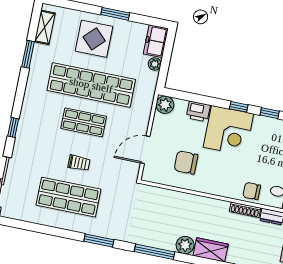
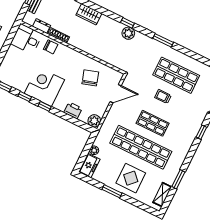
corner desk: (228, 130) -> (44, 86), moved
chair: (186, 162) -> (90, 78), turned -107
plant: (185, 245) -> (128, 33), moved
window: (154, 252) -> (127, 23), width x0.46

